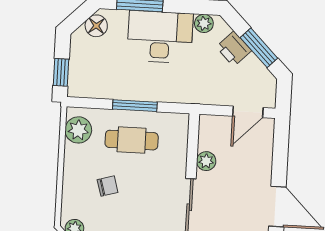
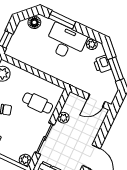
window: (135, 106) -> (38, 73), removed
cafe table: (132, 140) -> (38, 103), moved

